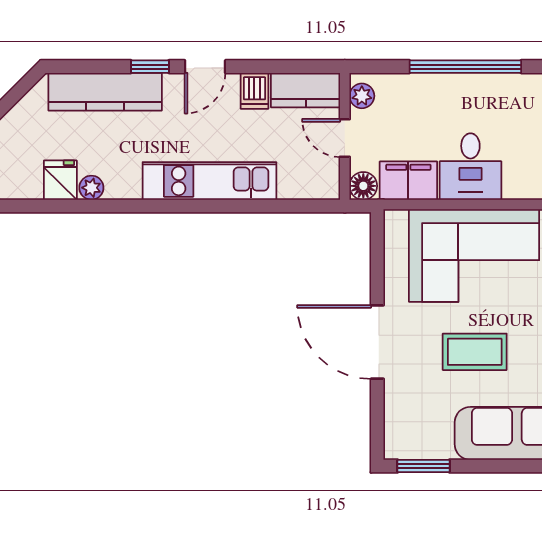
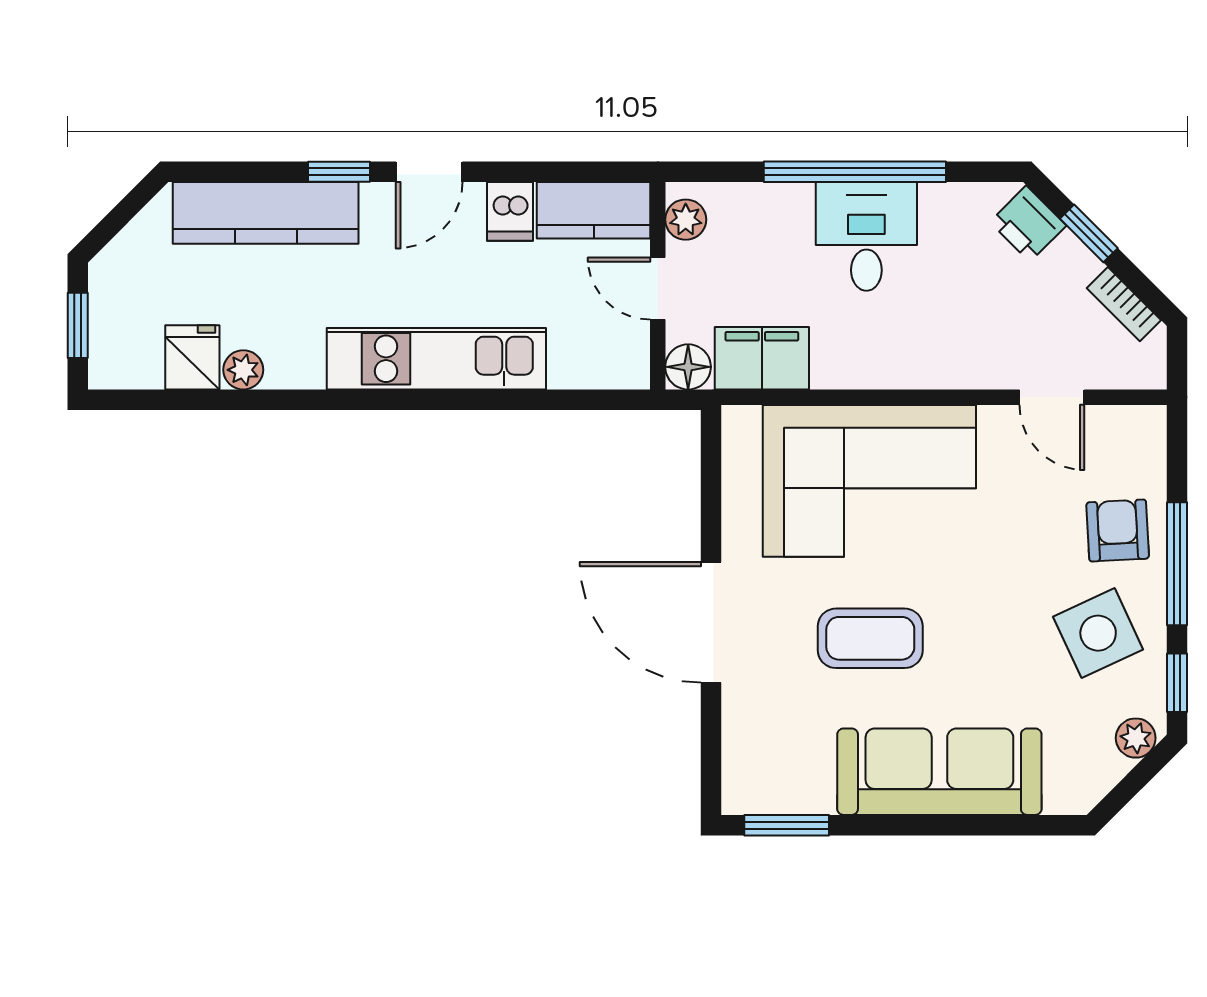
desk: (470, 167) -> (866, 236), moved, turned 180

